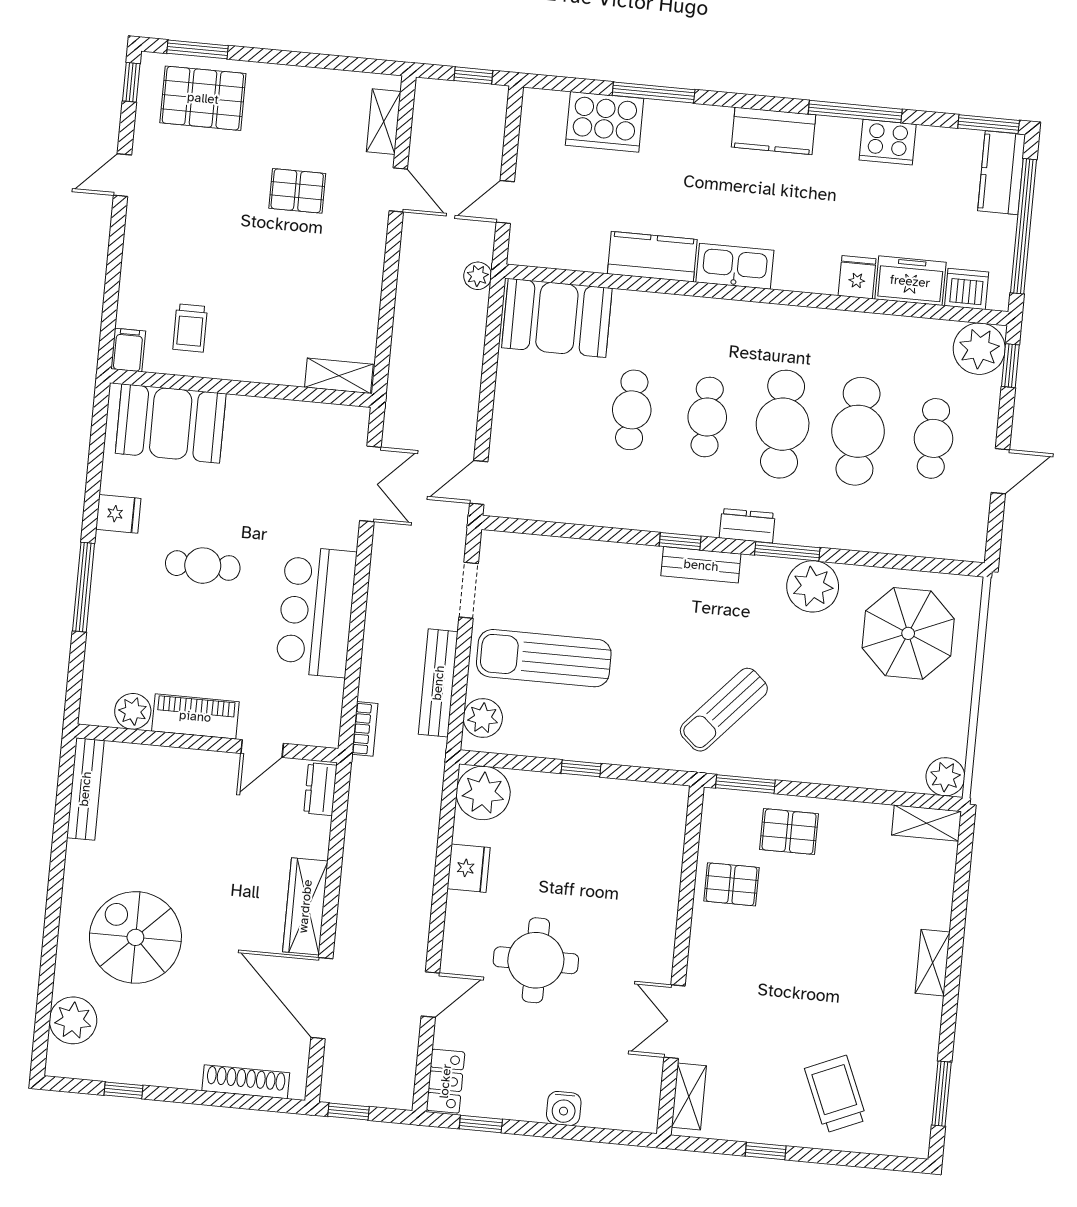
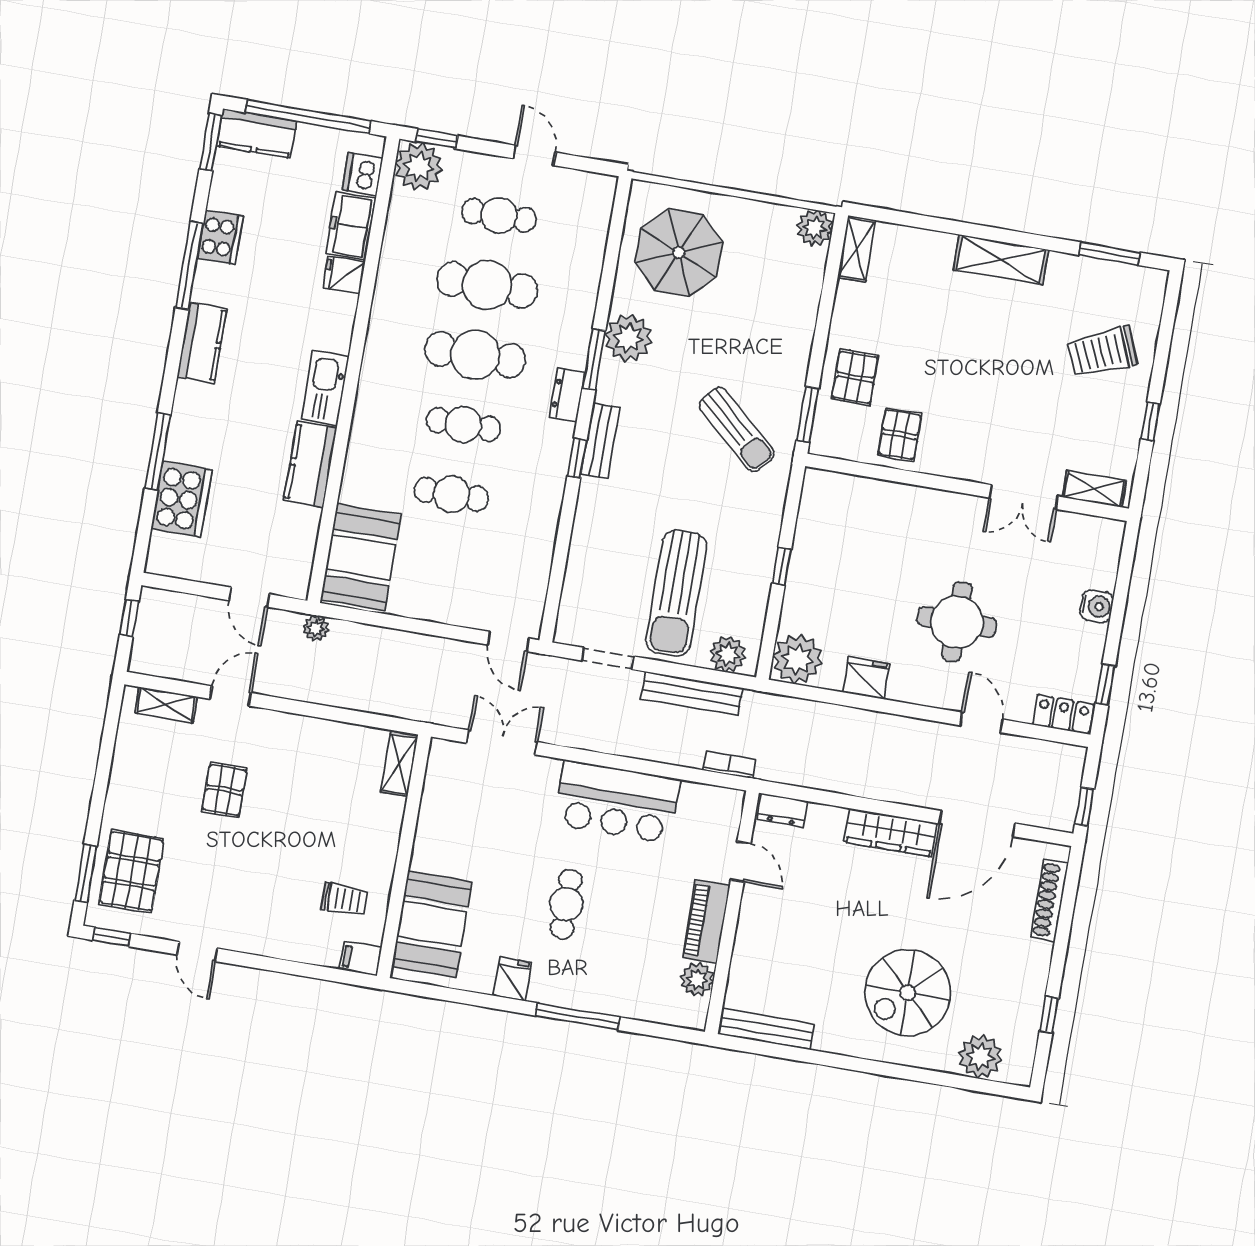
shelving: (933, 963) -> (1001, 260), width x1.50, depth x1.33

